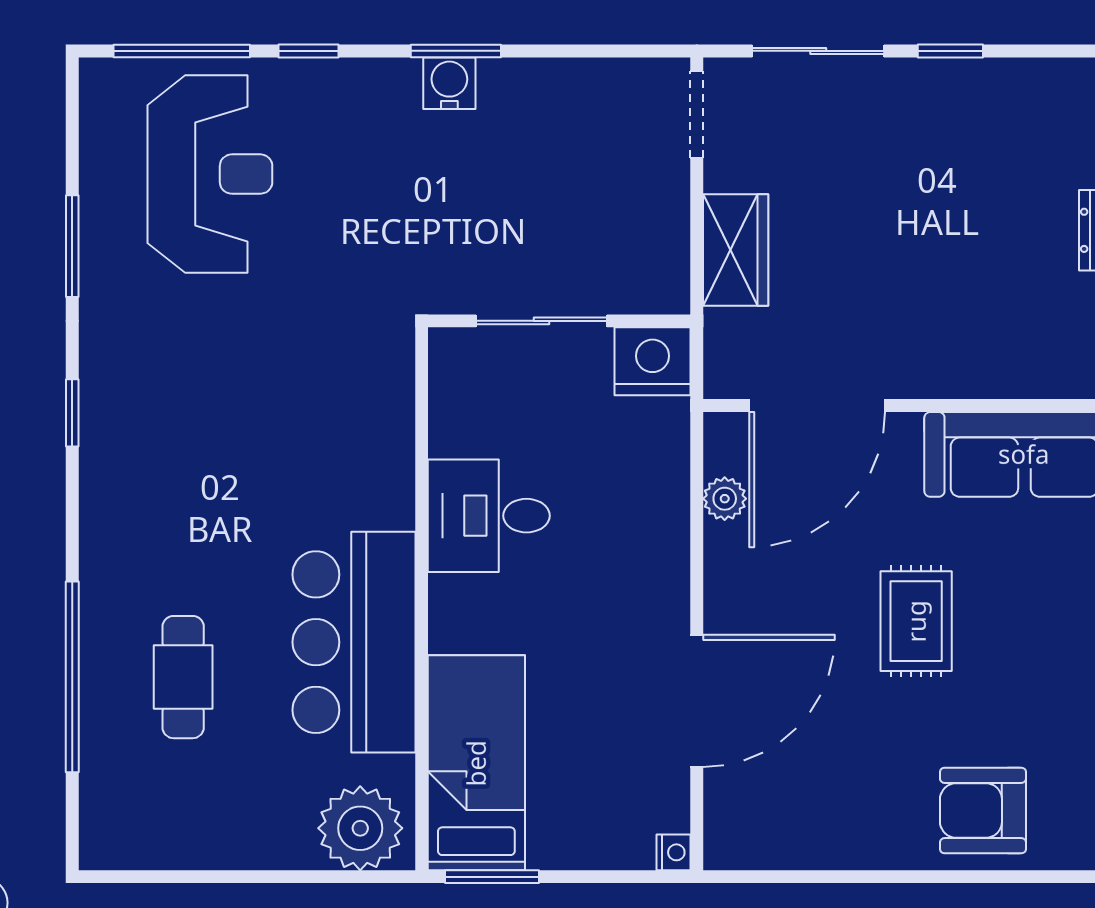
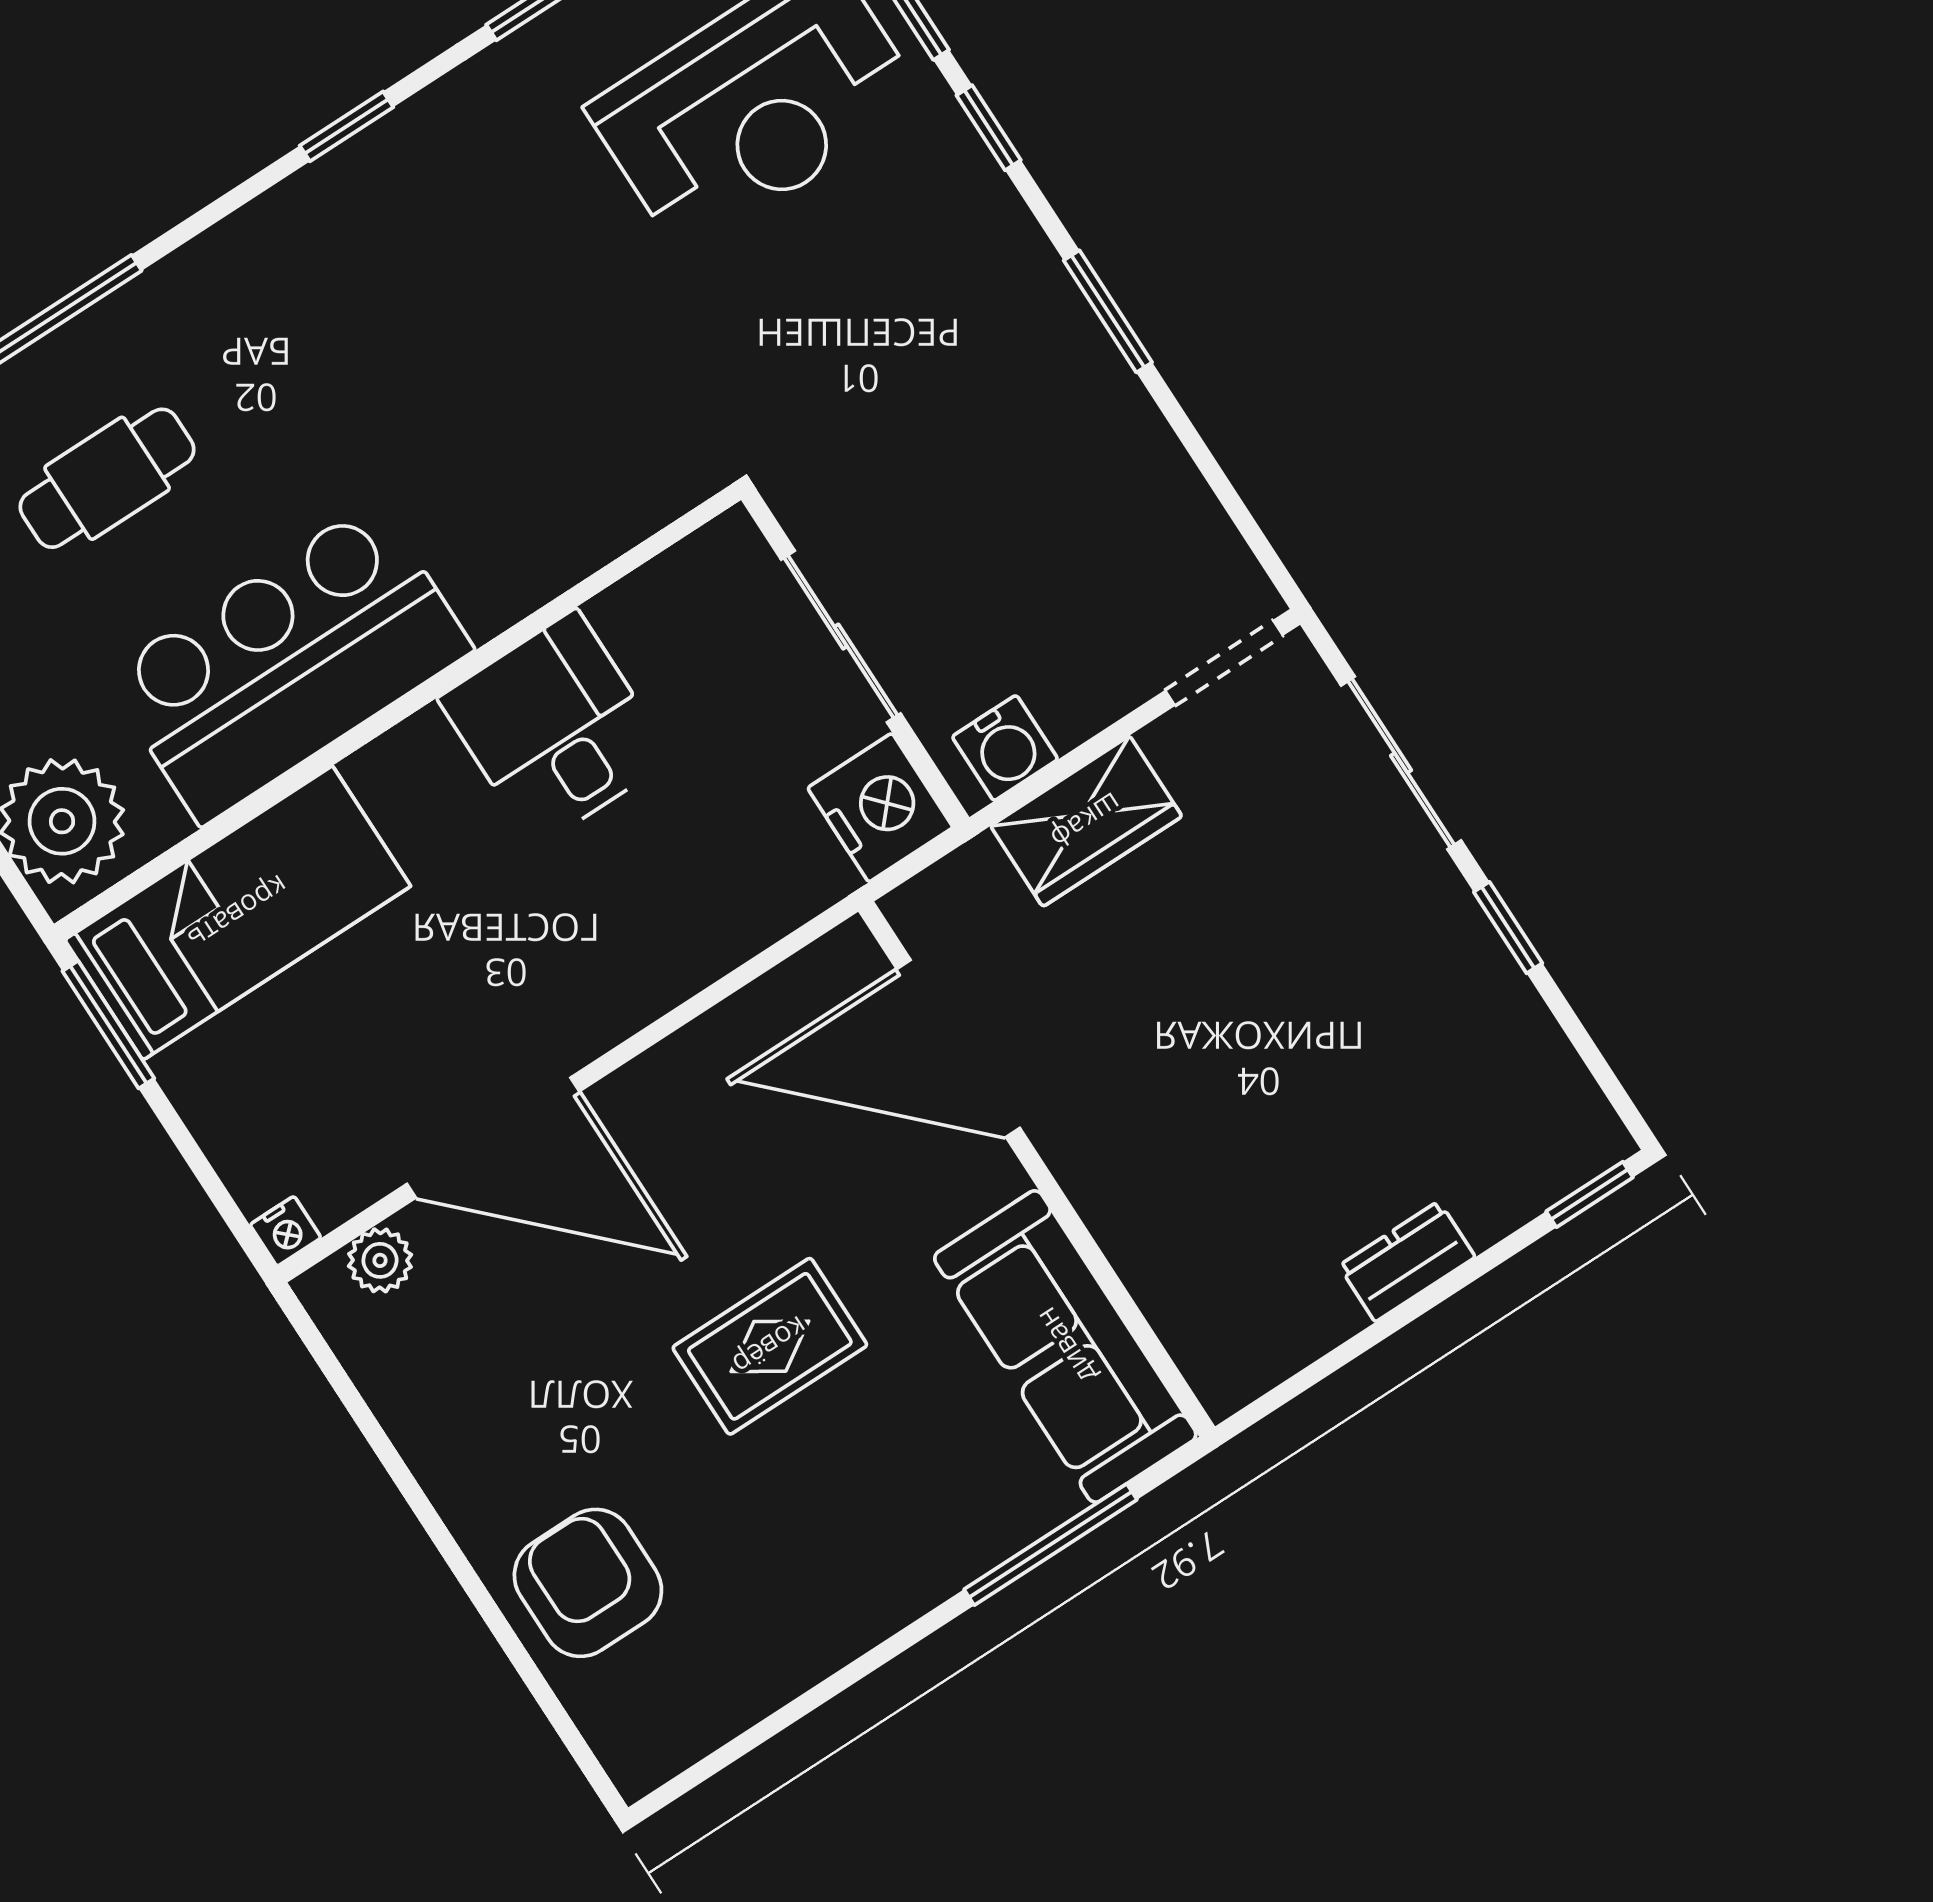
water cooler: (449, 83) -> (1005, 748), moved, turned 90
plant: (725, 499) -> (380, 1260), moved

